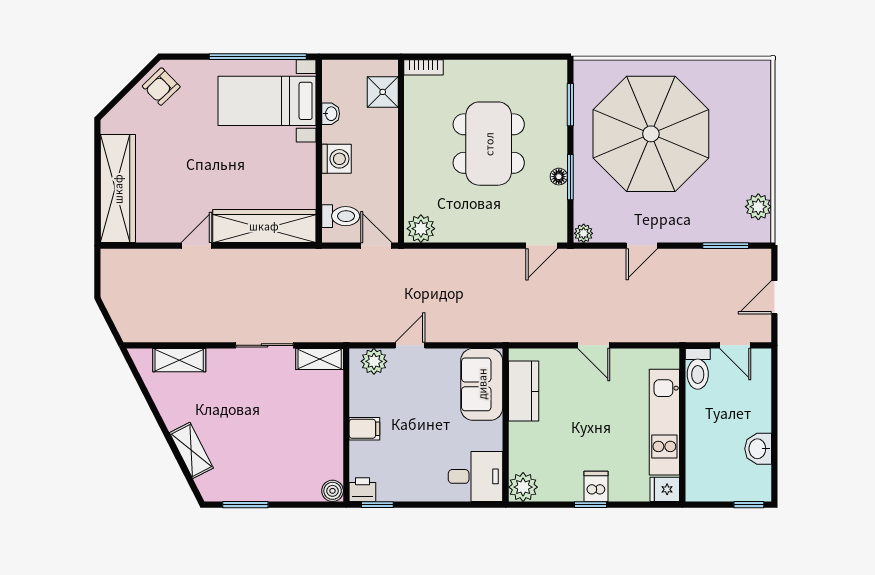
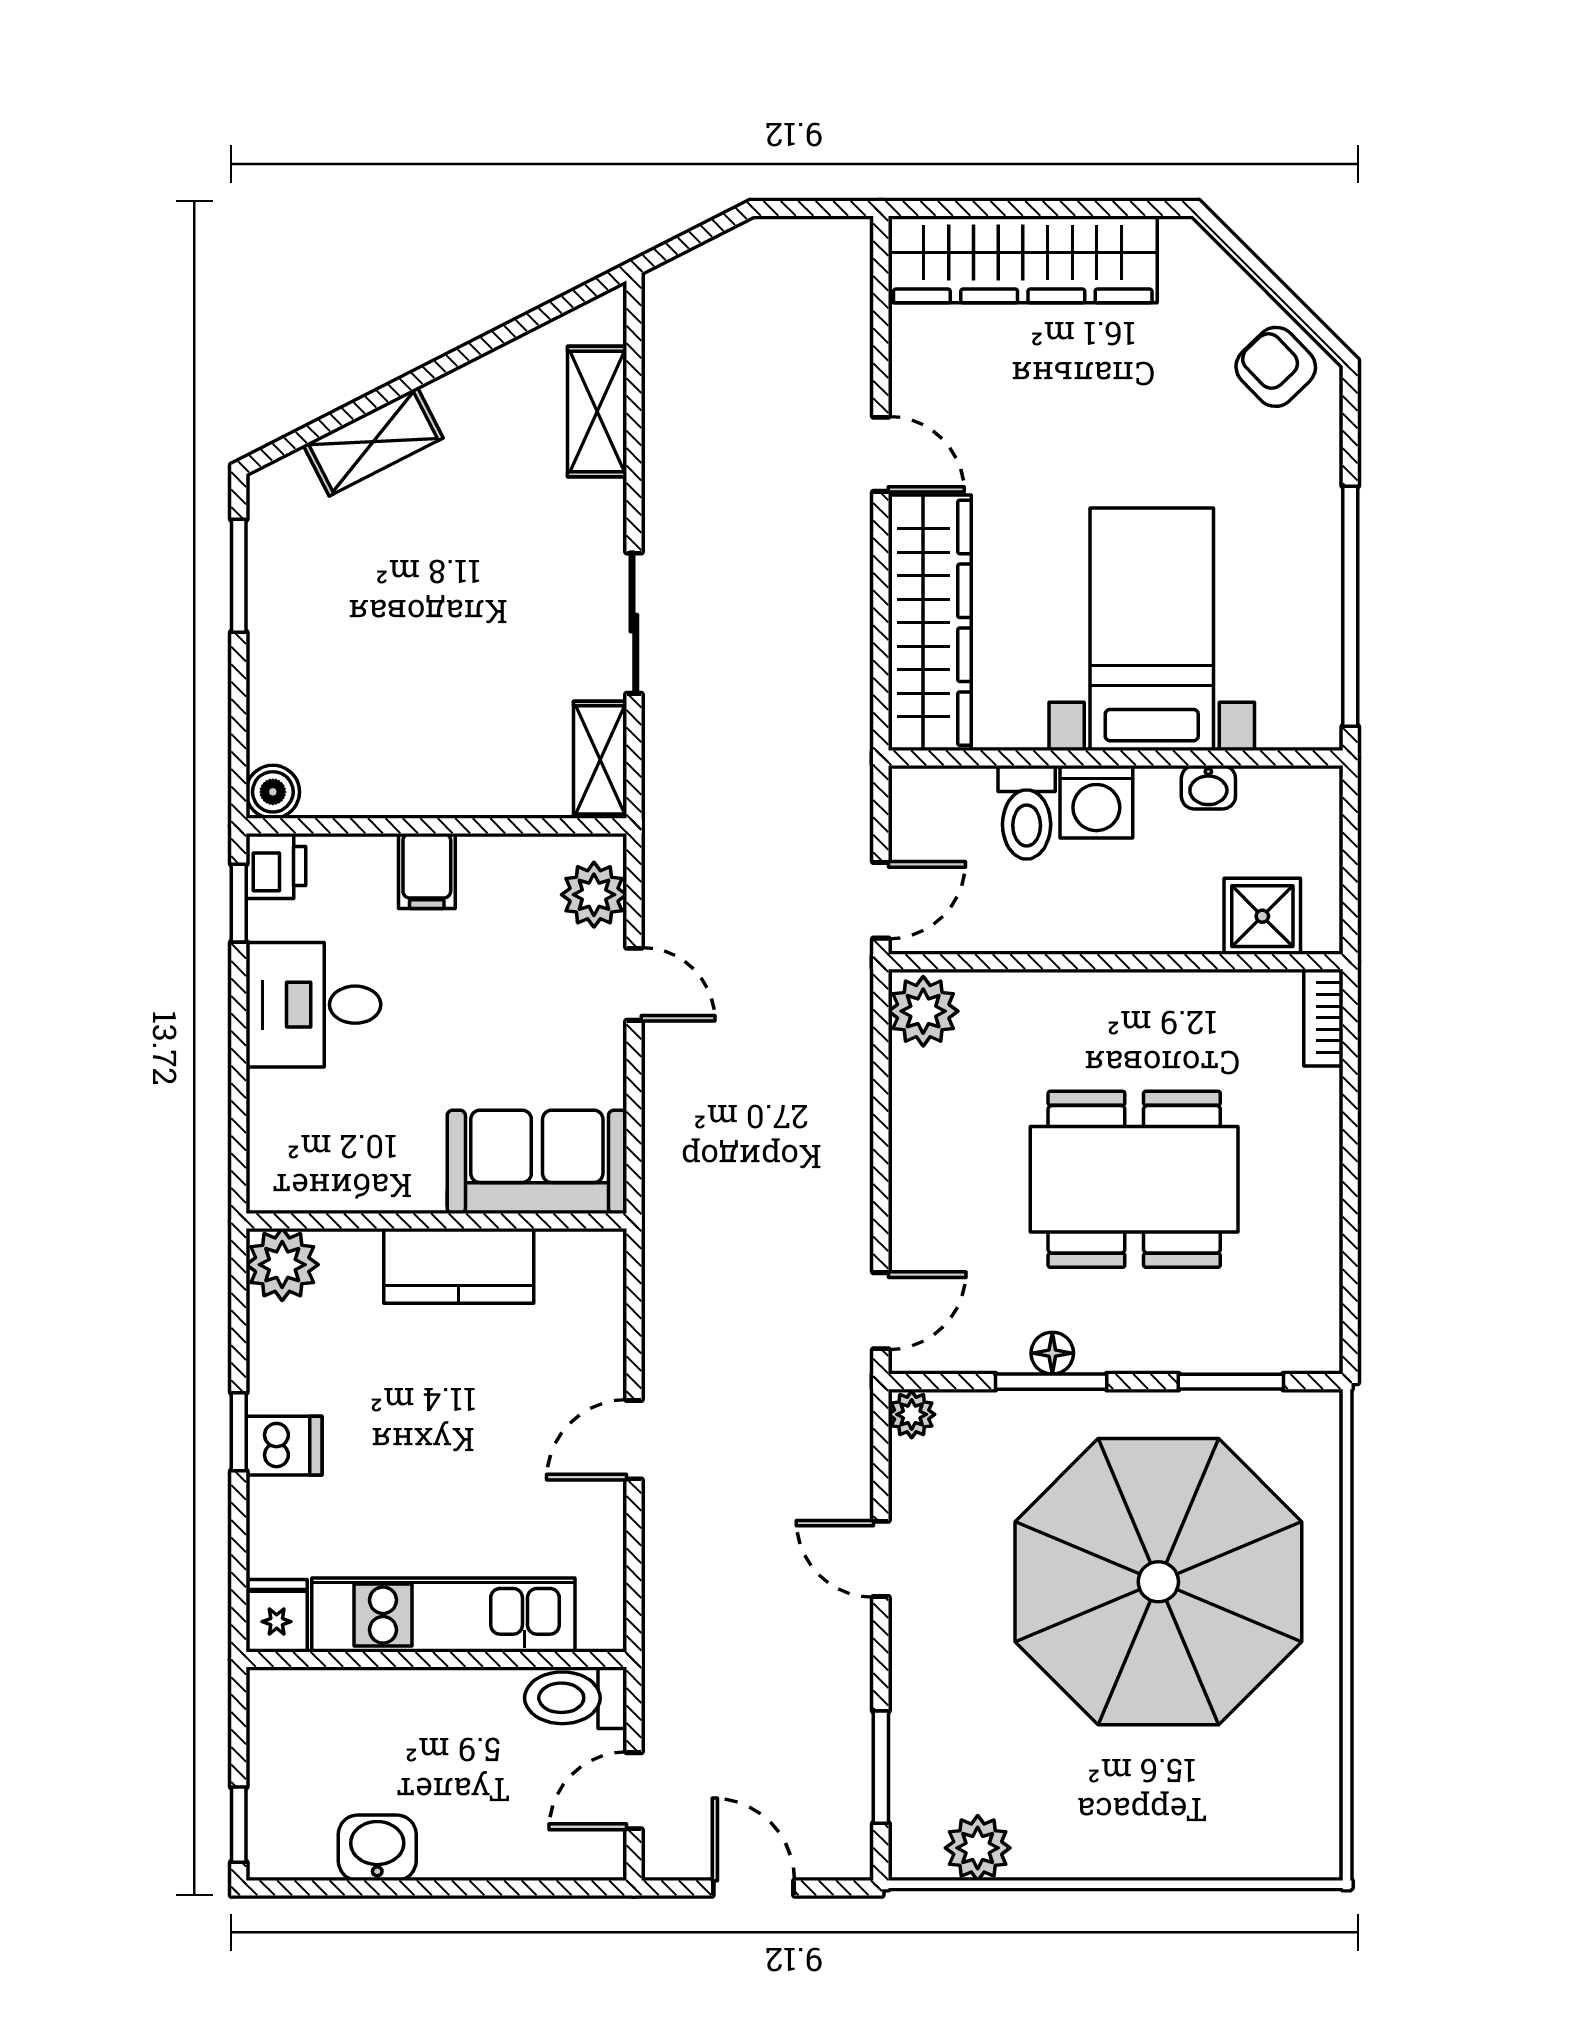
bed with nightstands: (267, 101) -> (1152, 629), moved
toilet: (341, 216) -> (1027, 812), moved
door: (542, 246) -> (881, 1311), swing flipped
kitchen counter: (524, 391) -> (459, 1266), moved
desk: (475, 476) -> (313, 1005), moved, turned 90

